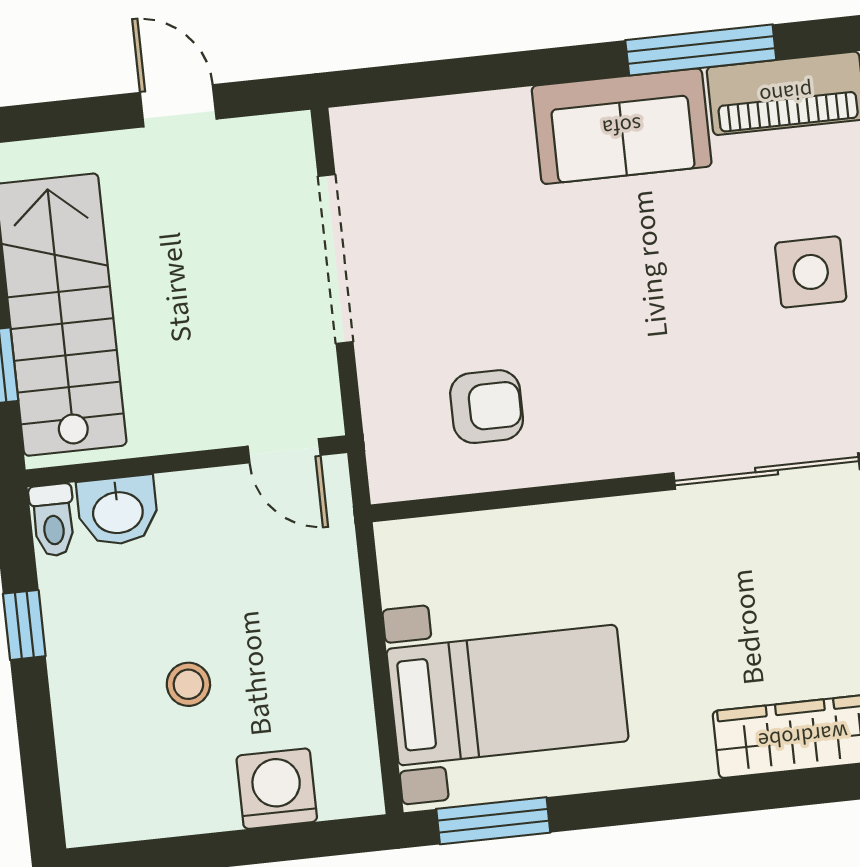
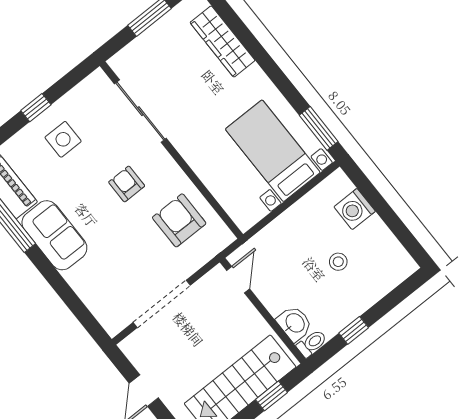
armchair: (633, 345) -> (127, 184), added
armchair: (487, 407) -> (179, 220), width x1.38, depth x1.38

